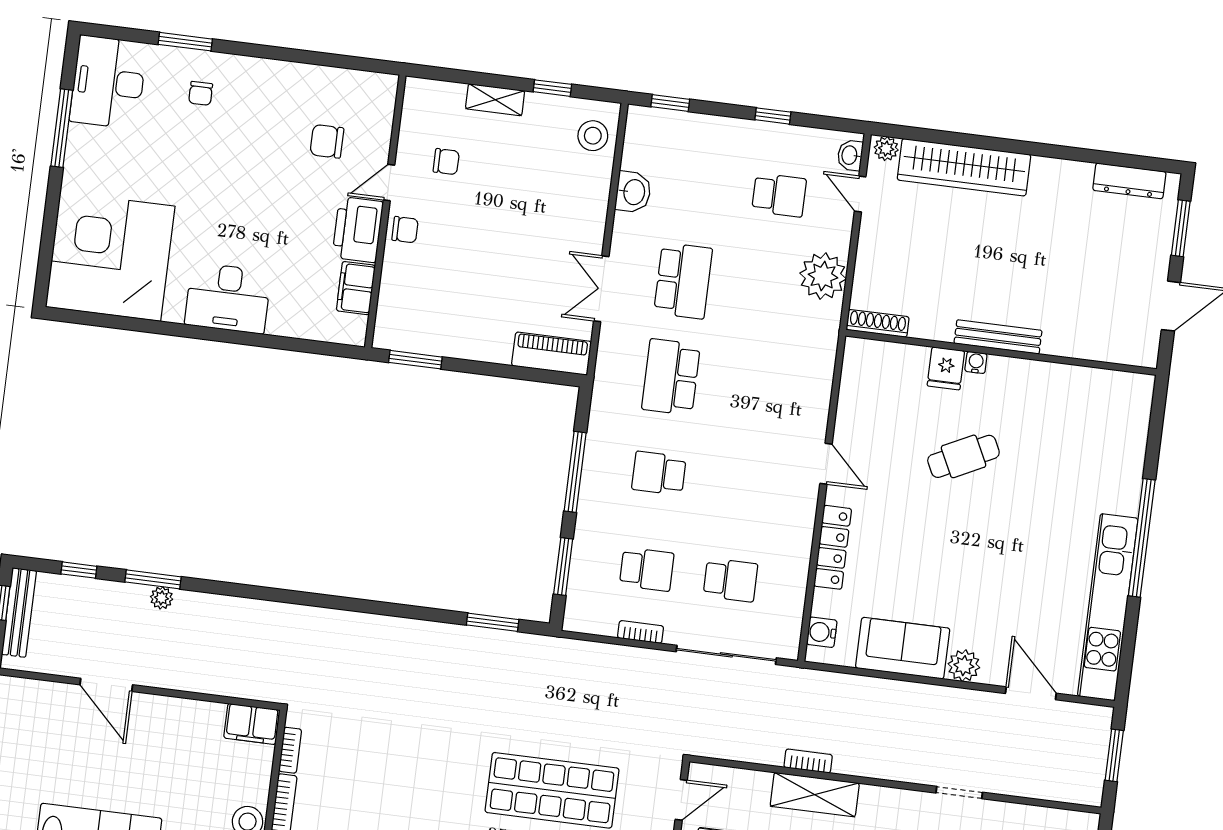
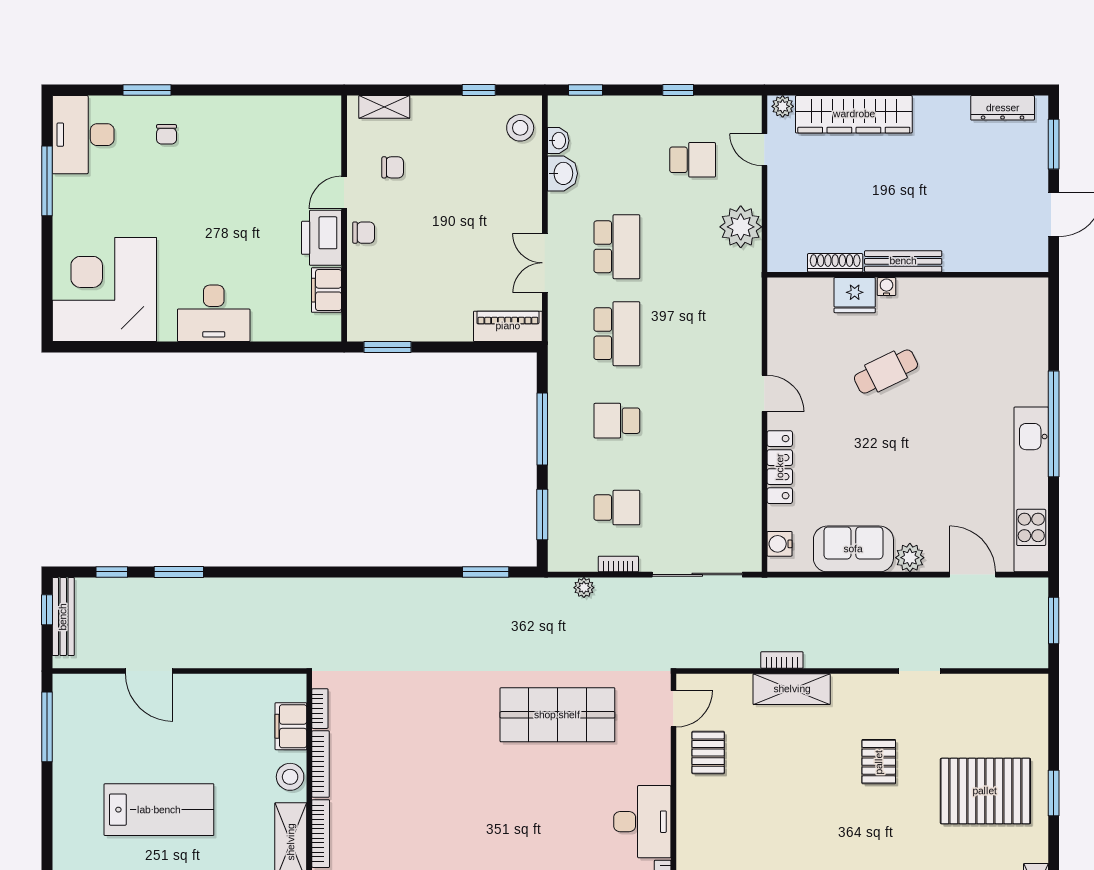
shelving: (495, 100) -> (384, 107), moved
chair: (327, 141) -> (284, 163), removed
washbasin: (850, 155) -> (558, 141), moved, turned 180
shoe rack: (878, 323) -> (835, 263), moved
fridge: (946, 368) -> (855, 295), width x1.38
school desk: (671, 377) -> (617, 334), turned 180
school desk: (730, 580) -> (693, 508), removed
plant: (162, 598) -> (584, 588), moved
filing cabinet: (252, 724) -> (291, 726), moved, turned 90

